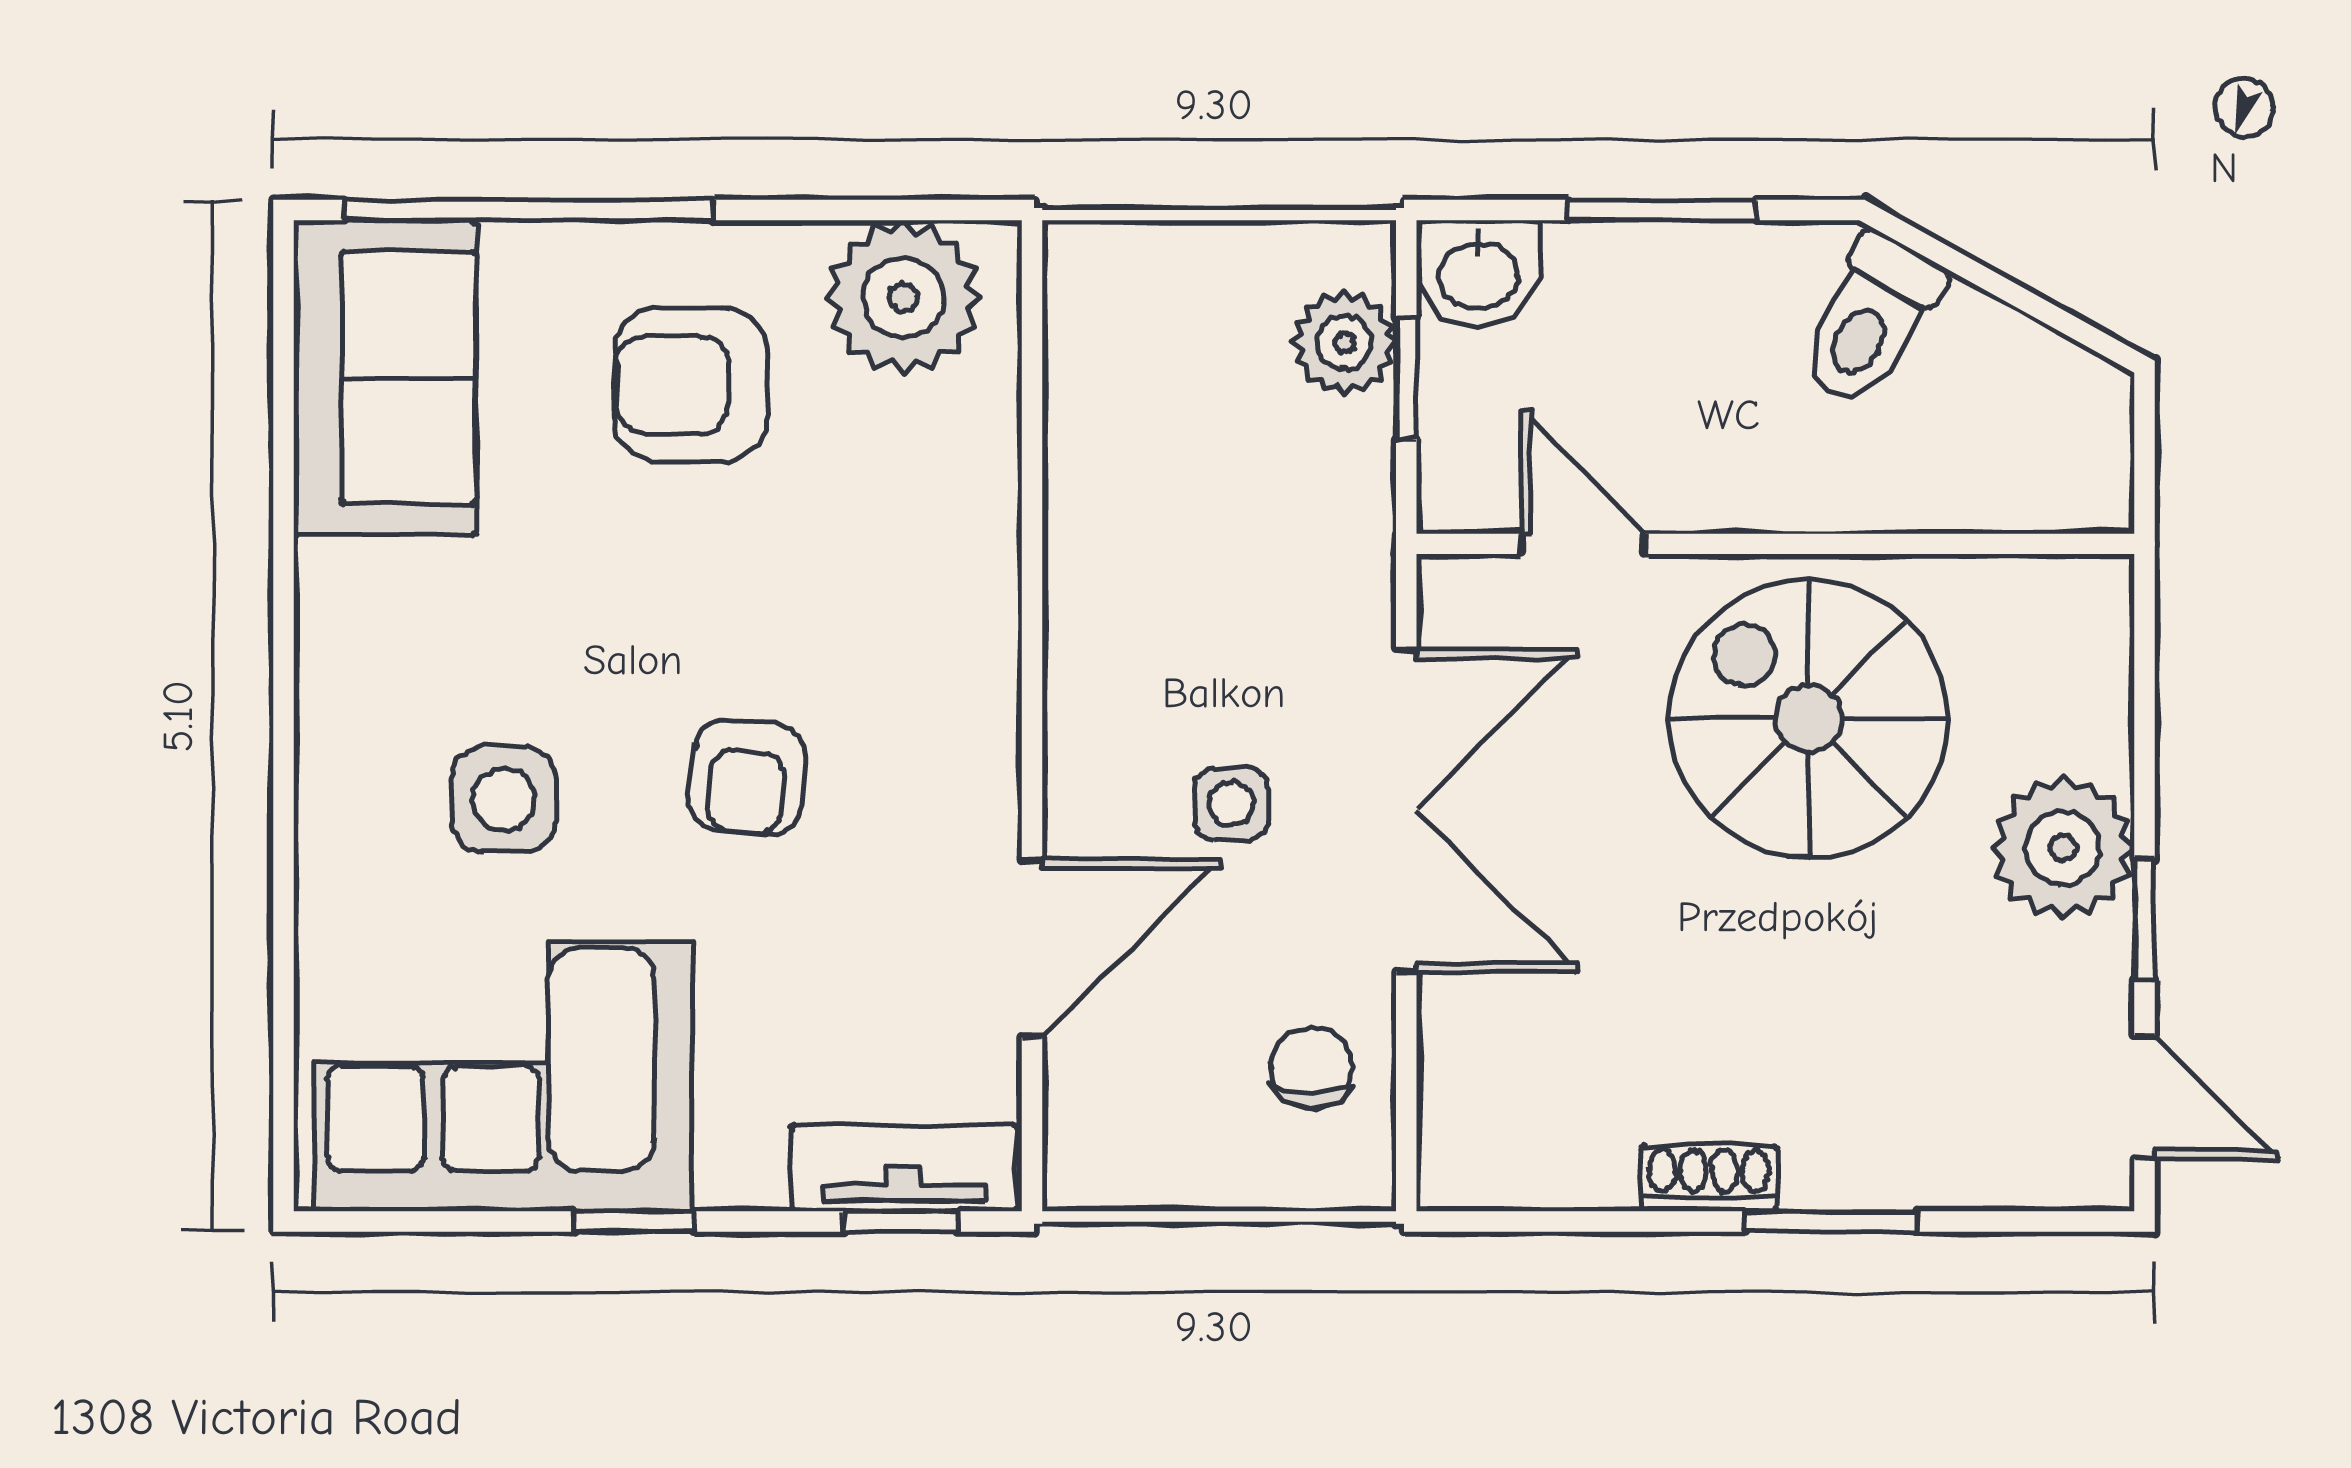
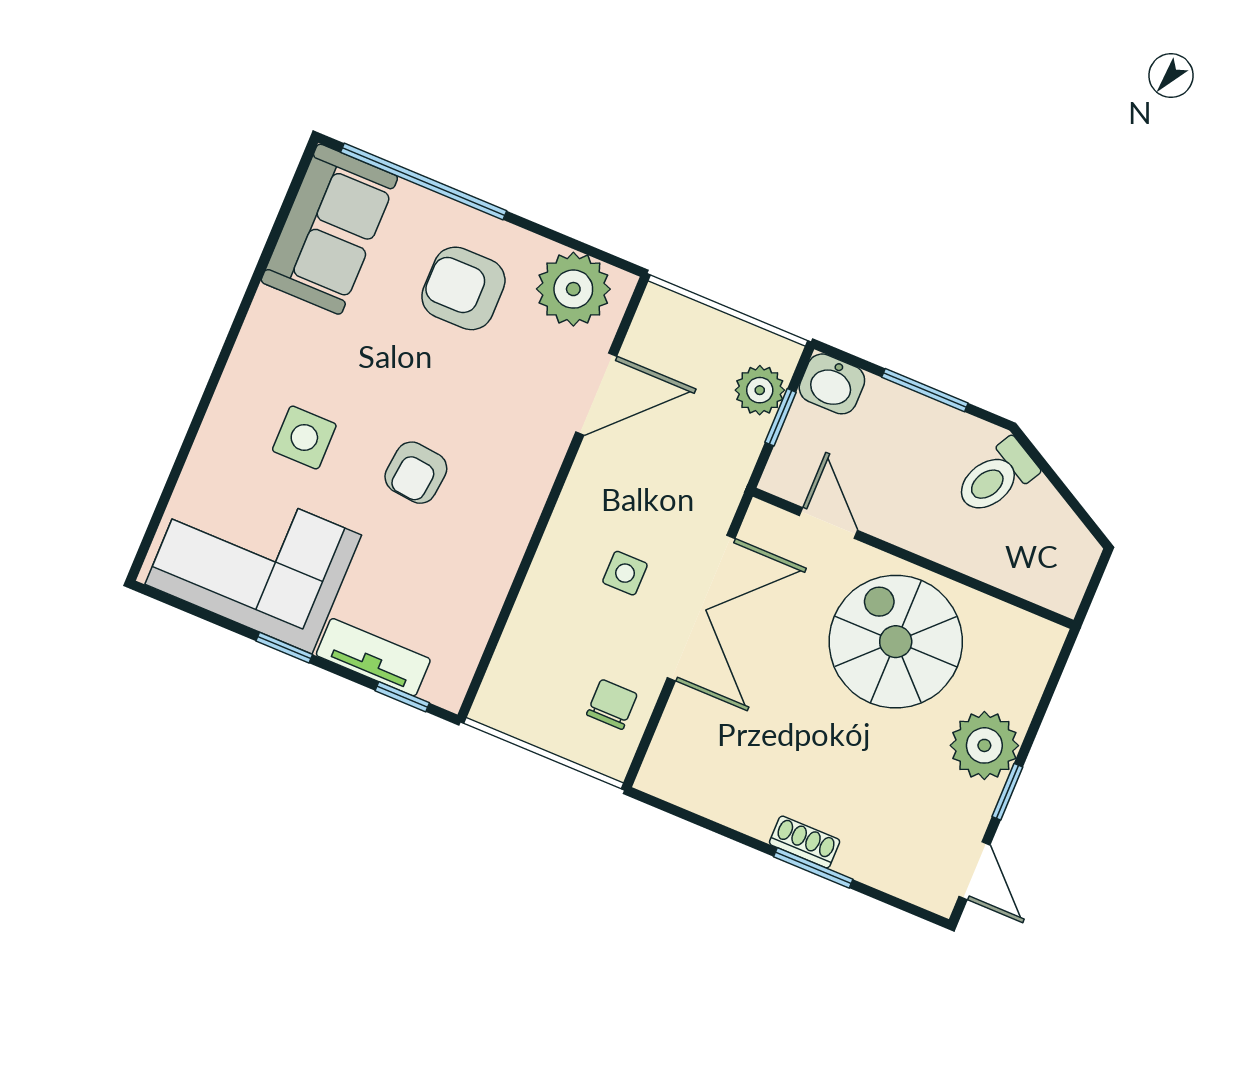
door: (1032, 948) -> (596, 394), moved
tv unit: (904, 1168) -> (373, 657), moved
shoe rack: (1709, 1178) -> (805, 842), moved

